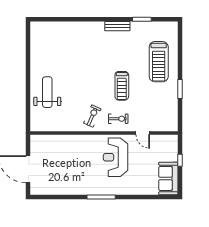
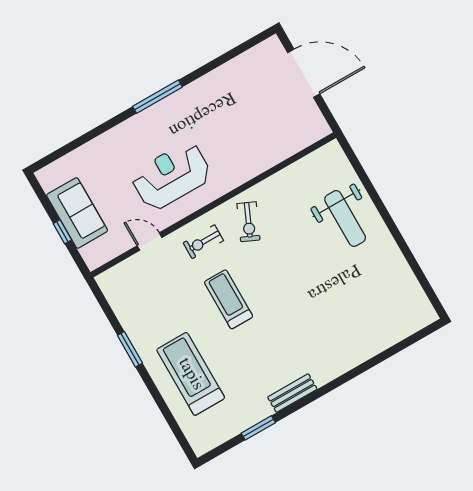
reception desk: (116, 157) -> (171, 176), turned -90
sofa: (168, 178) -> (77, 213), moved

